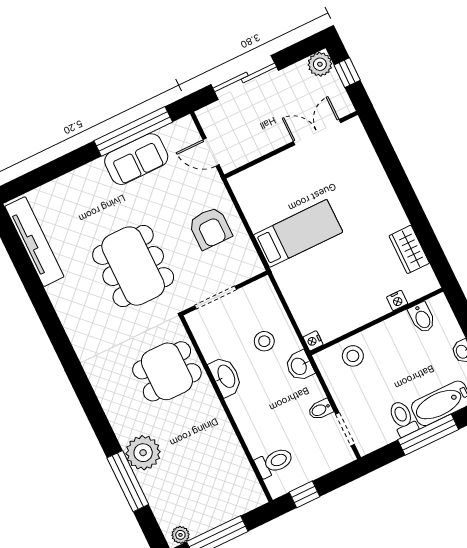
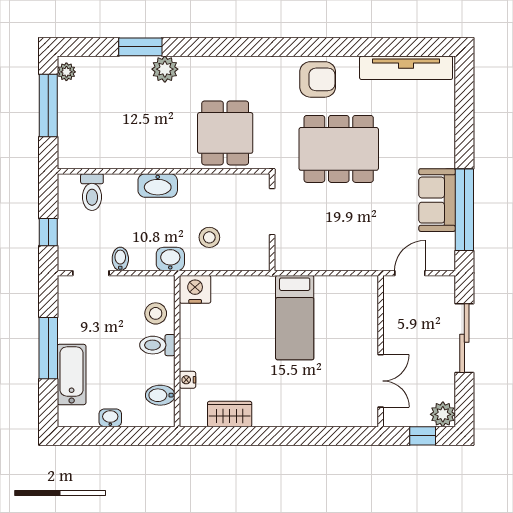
armchair: (210, 228) -> (318, 79), moved, turned 180
nightstand: (313, 341) -> (195, 289), width x1.89, depth x1.79
washbasin: (226, 377) -> (158, 185), moved
toilet: (403, 418) -> (157, 345), moved, turned 180
plant: (143, 453) -> (165, 69), width x0.73, depth x0.73
window: (128, 481) -> (140, 47), width x0.69
window: (305, 494) -> (48, 232), moved

